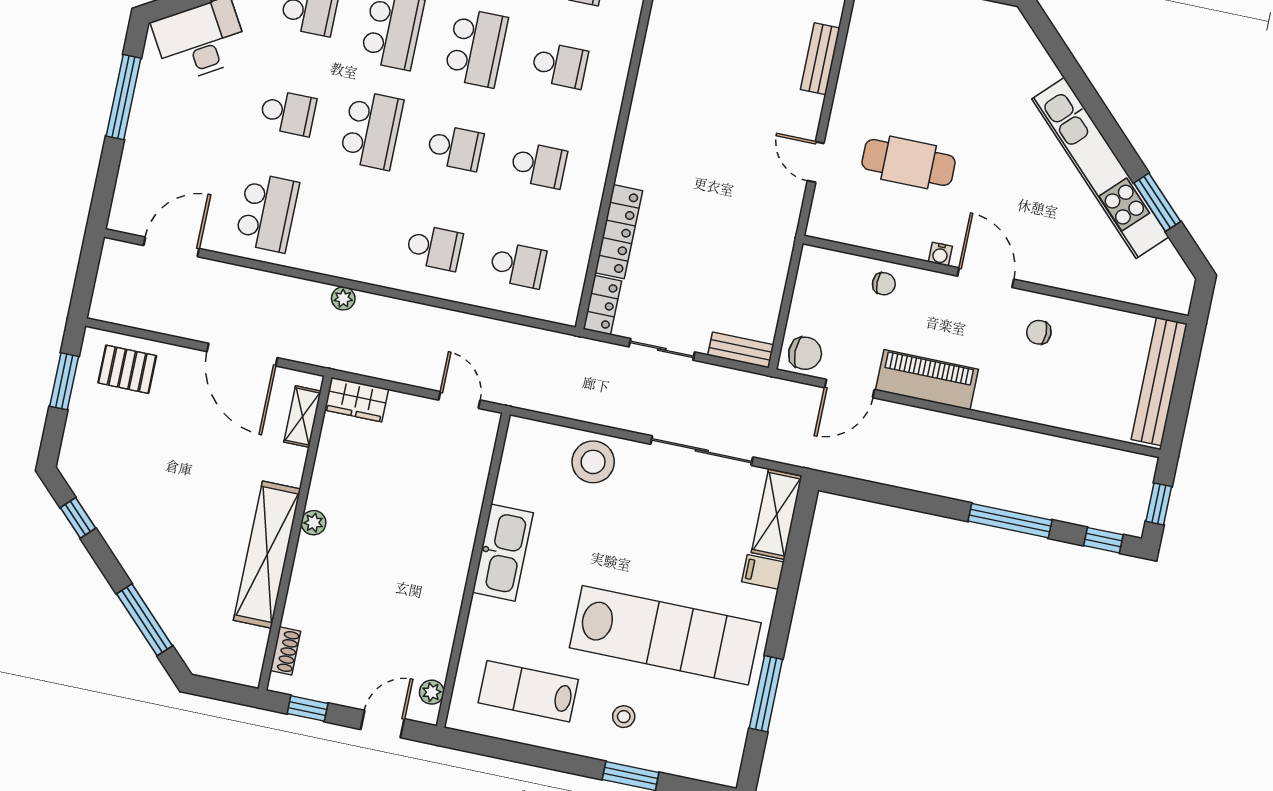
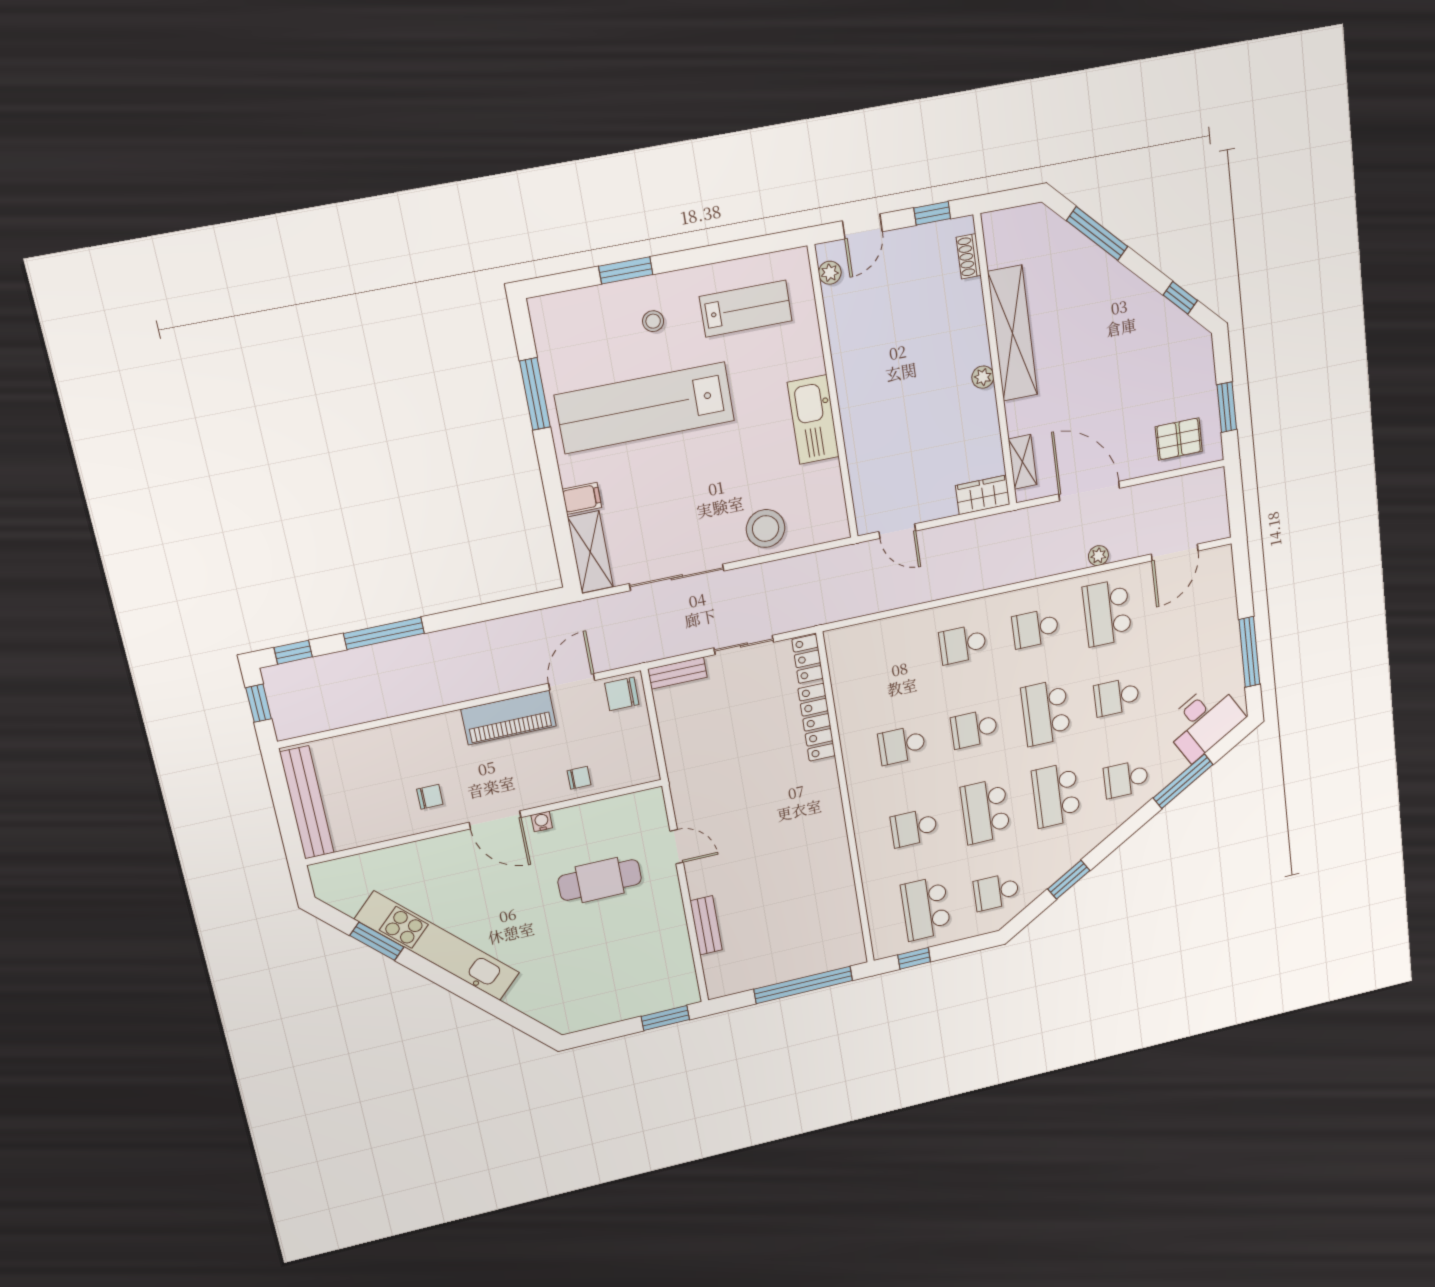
school desk: (518, 265) -> (1035, 628), moved
chair: (884, 284) -> (579, 778), turned 180
plant: (343, 298) -> (1098, 556), moved

